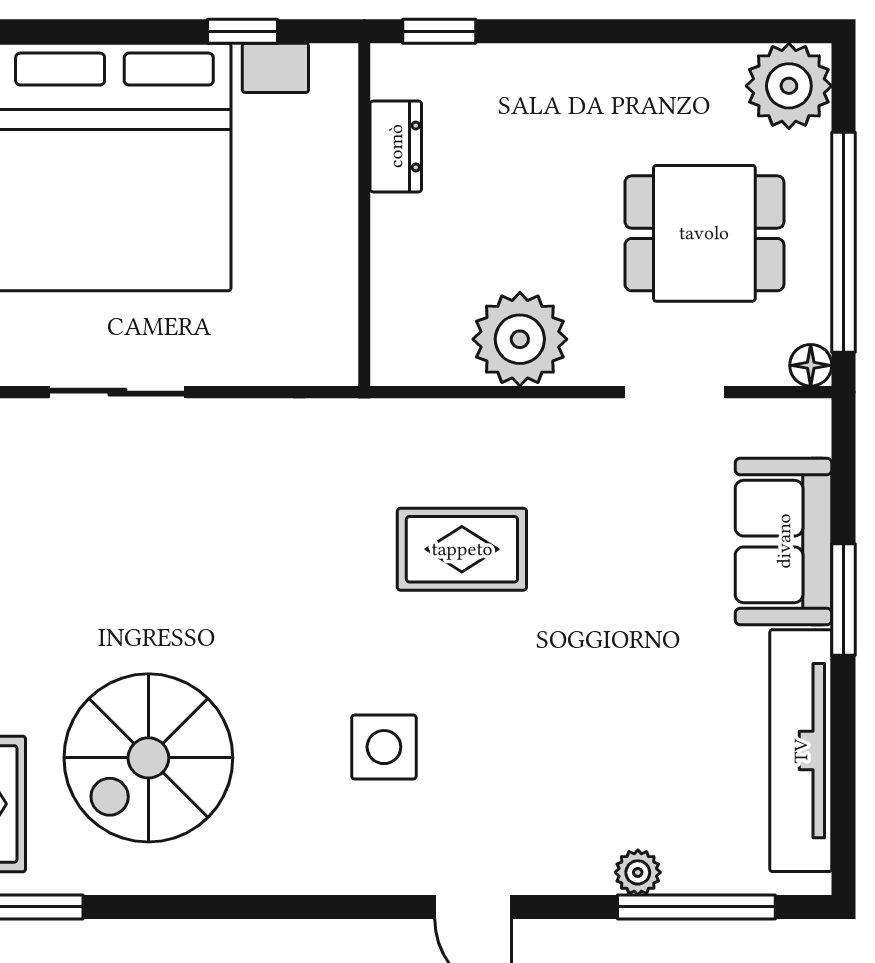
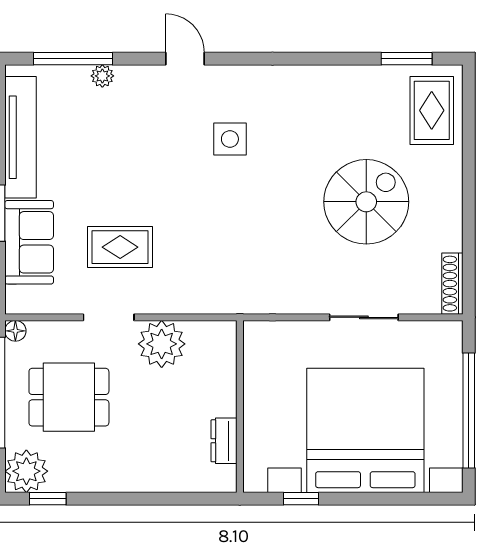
window: (439, 31) -> (48, 499), moved
doorway: (674, 392) -> (109, 317), moved
rug: (462, 549) -> (120, 247), moved
spiral stairs: (148, 758) -> (366, 202), moved

